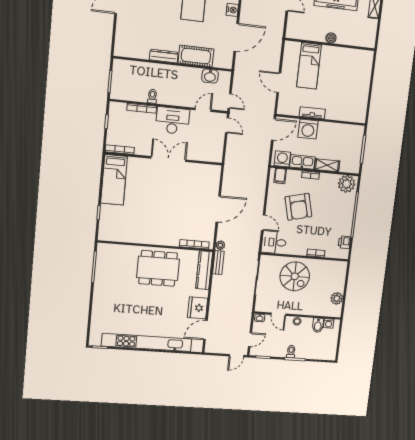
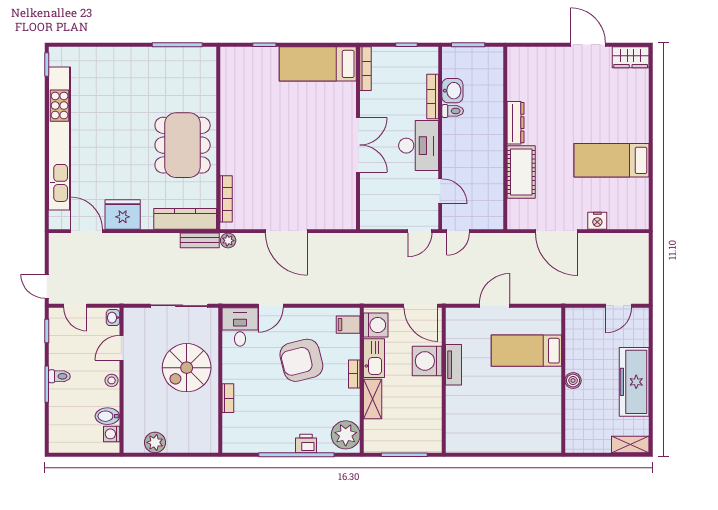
washbasin: (210, 76) -> (452, 91), moved, turned 180
printer: (344, 242) -> (306, 444), moved

